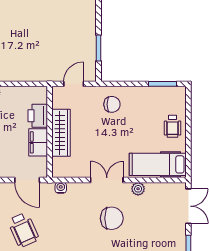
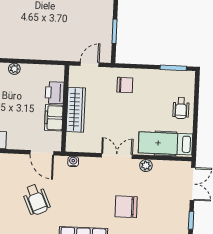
chair: (112, 218) -> (126, 207), moved, turned 180

